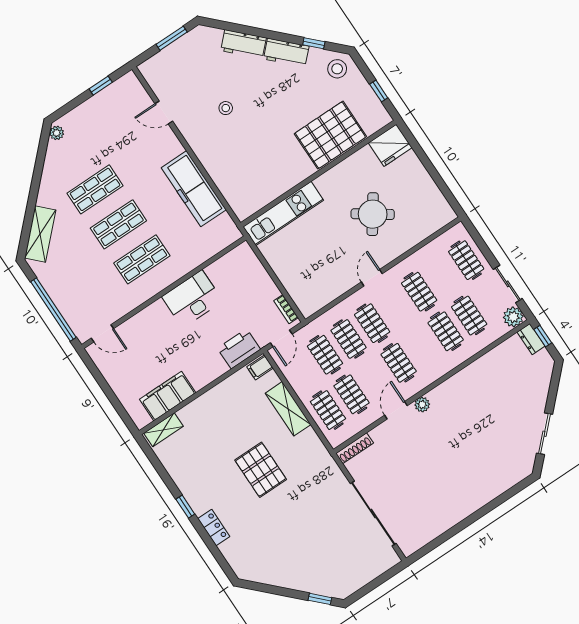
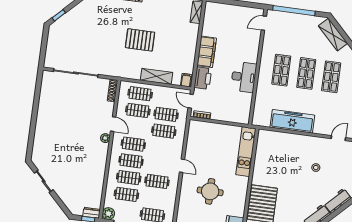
round table: (373, 214) -> (210, 191), turned -35
clothes rail: (372, 323) -> (131, 161), moved
filing cabinet: (168, 396) -> (207, 52), moved

